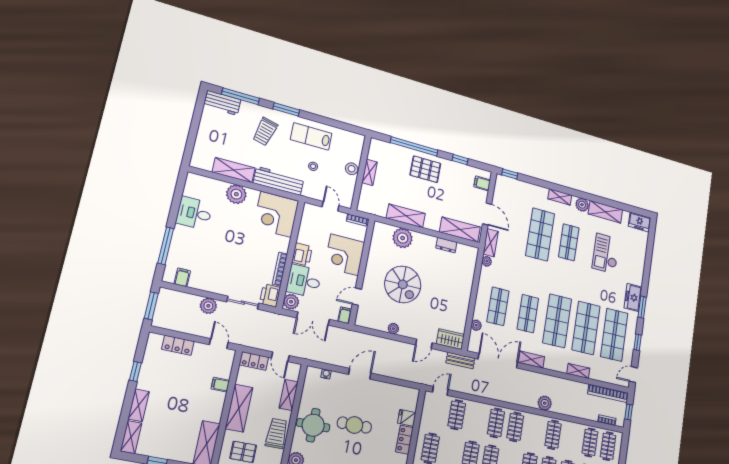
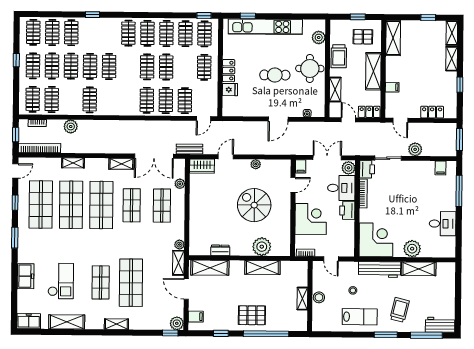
plant: (582, 205) -> (177, 323), moved
freezer: (633, 297) -> (26, 276), moved
plant: (545, 403) -> (71, 127), moved
clothes rail: (515, 427) -> (166, 100), moved

